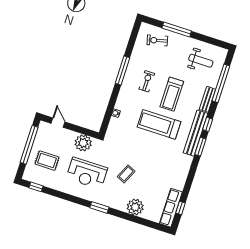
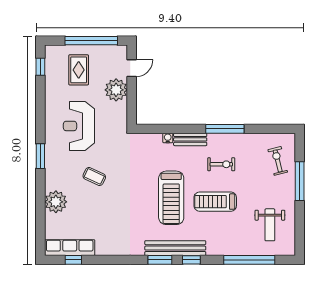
bench: (207, 99) -> (190, 139), moved
treadmill: (159, 124) -> (171, 198), turned 180
plant: (83, 143) -> (116, 90), moved

